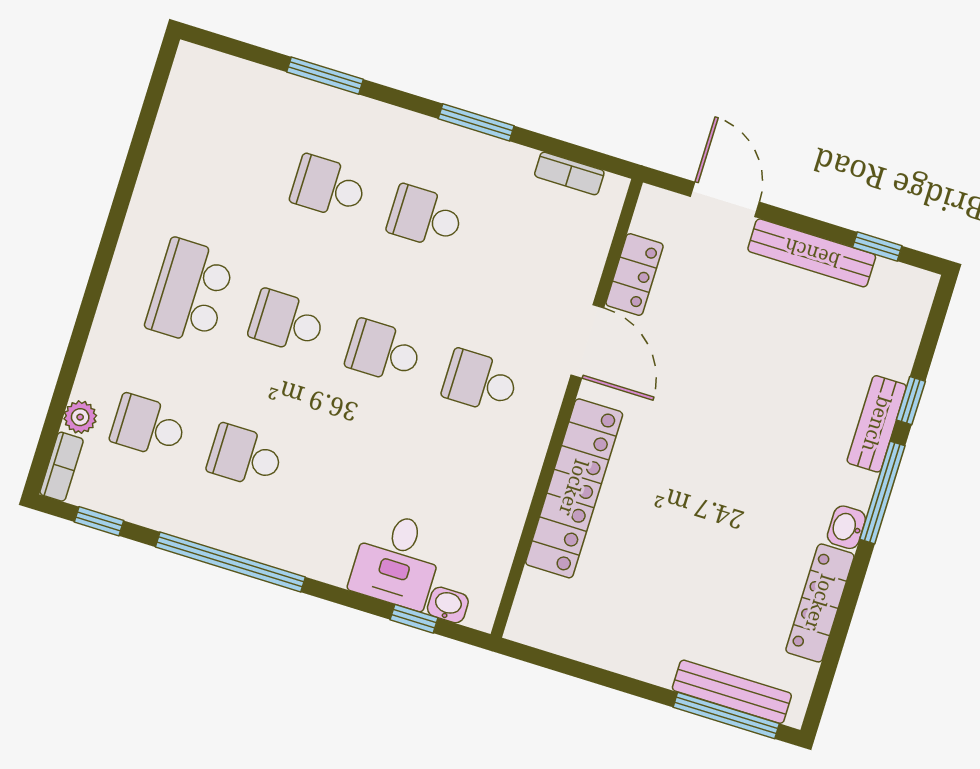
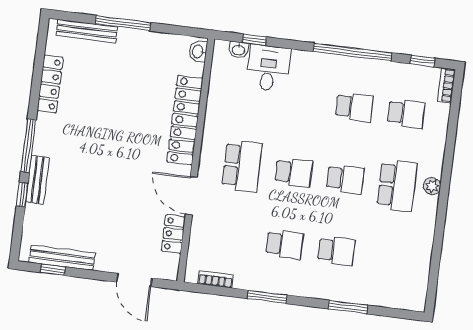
bench: (812, 253) -> (62, 258), moved
school desk: (480, 381) -> (242, 166), width x1.85
plant: (80, 417) -> (432, 186), moved
washbasin: (846, 527) -> (198, 52), moved, turned 180
window: (726, 715) -> (123, 23), moved

